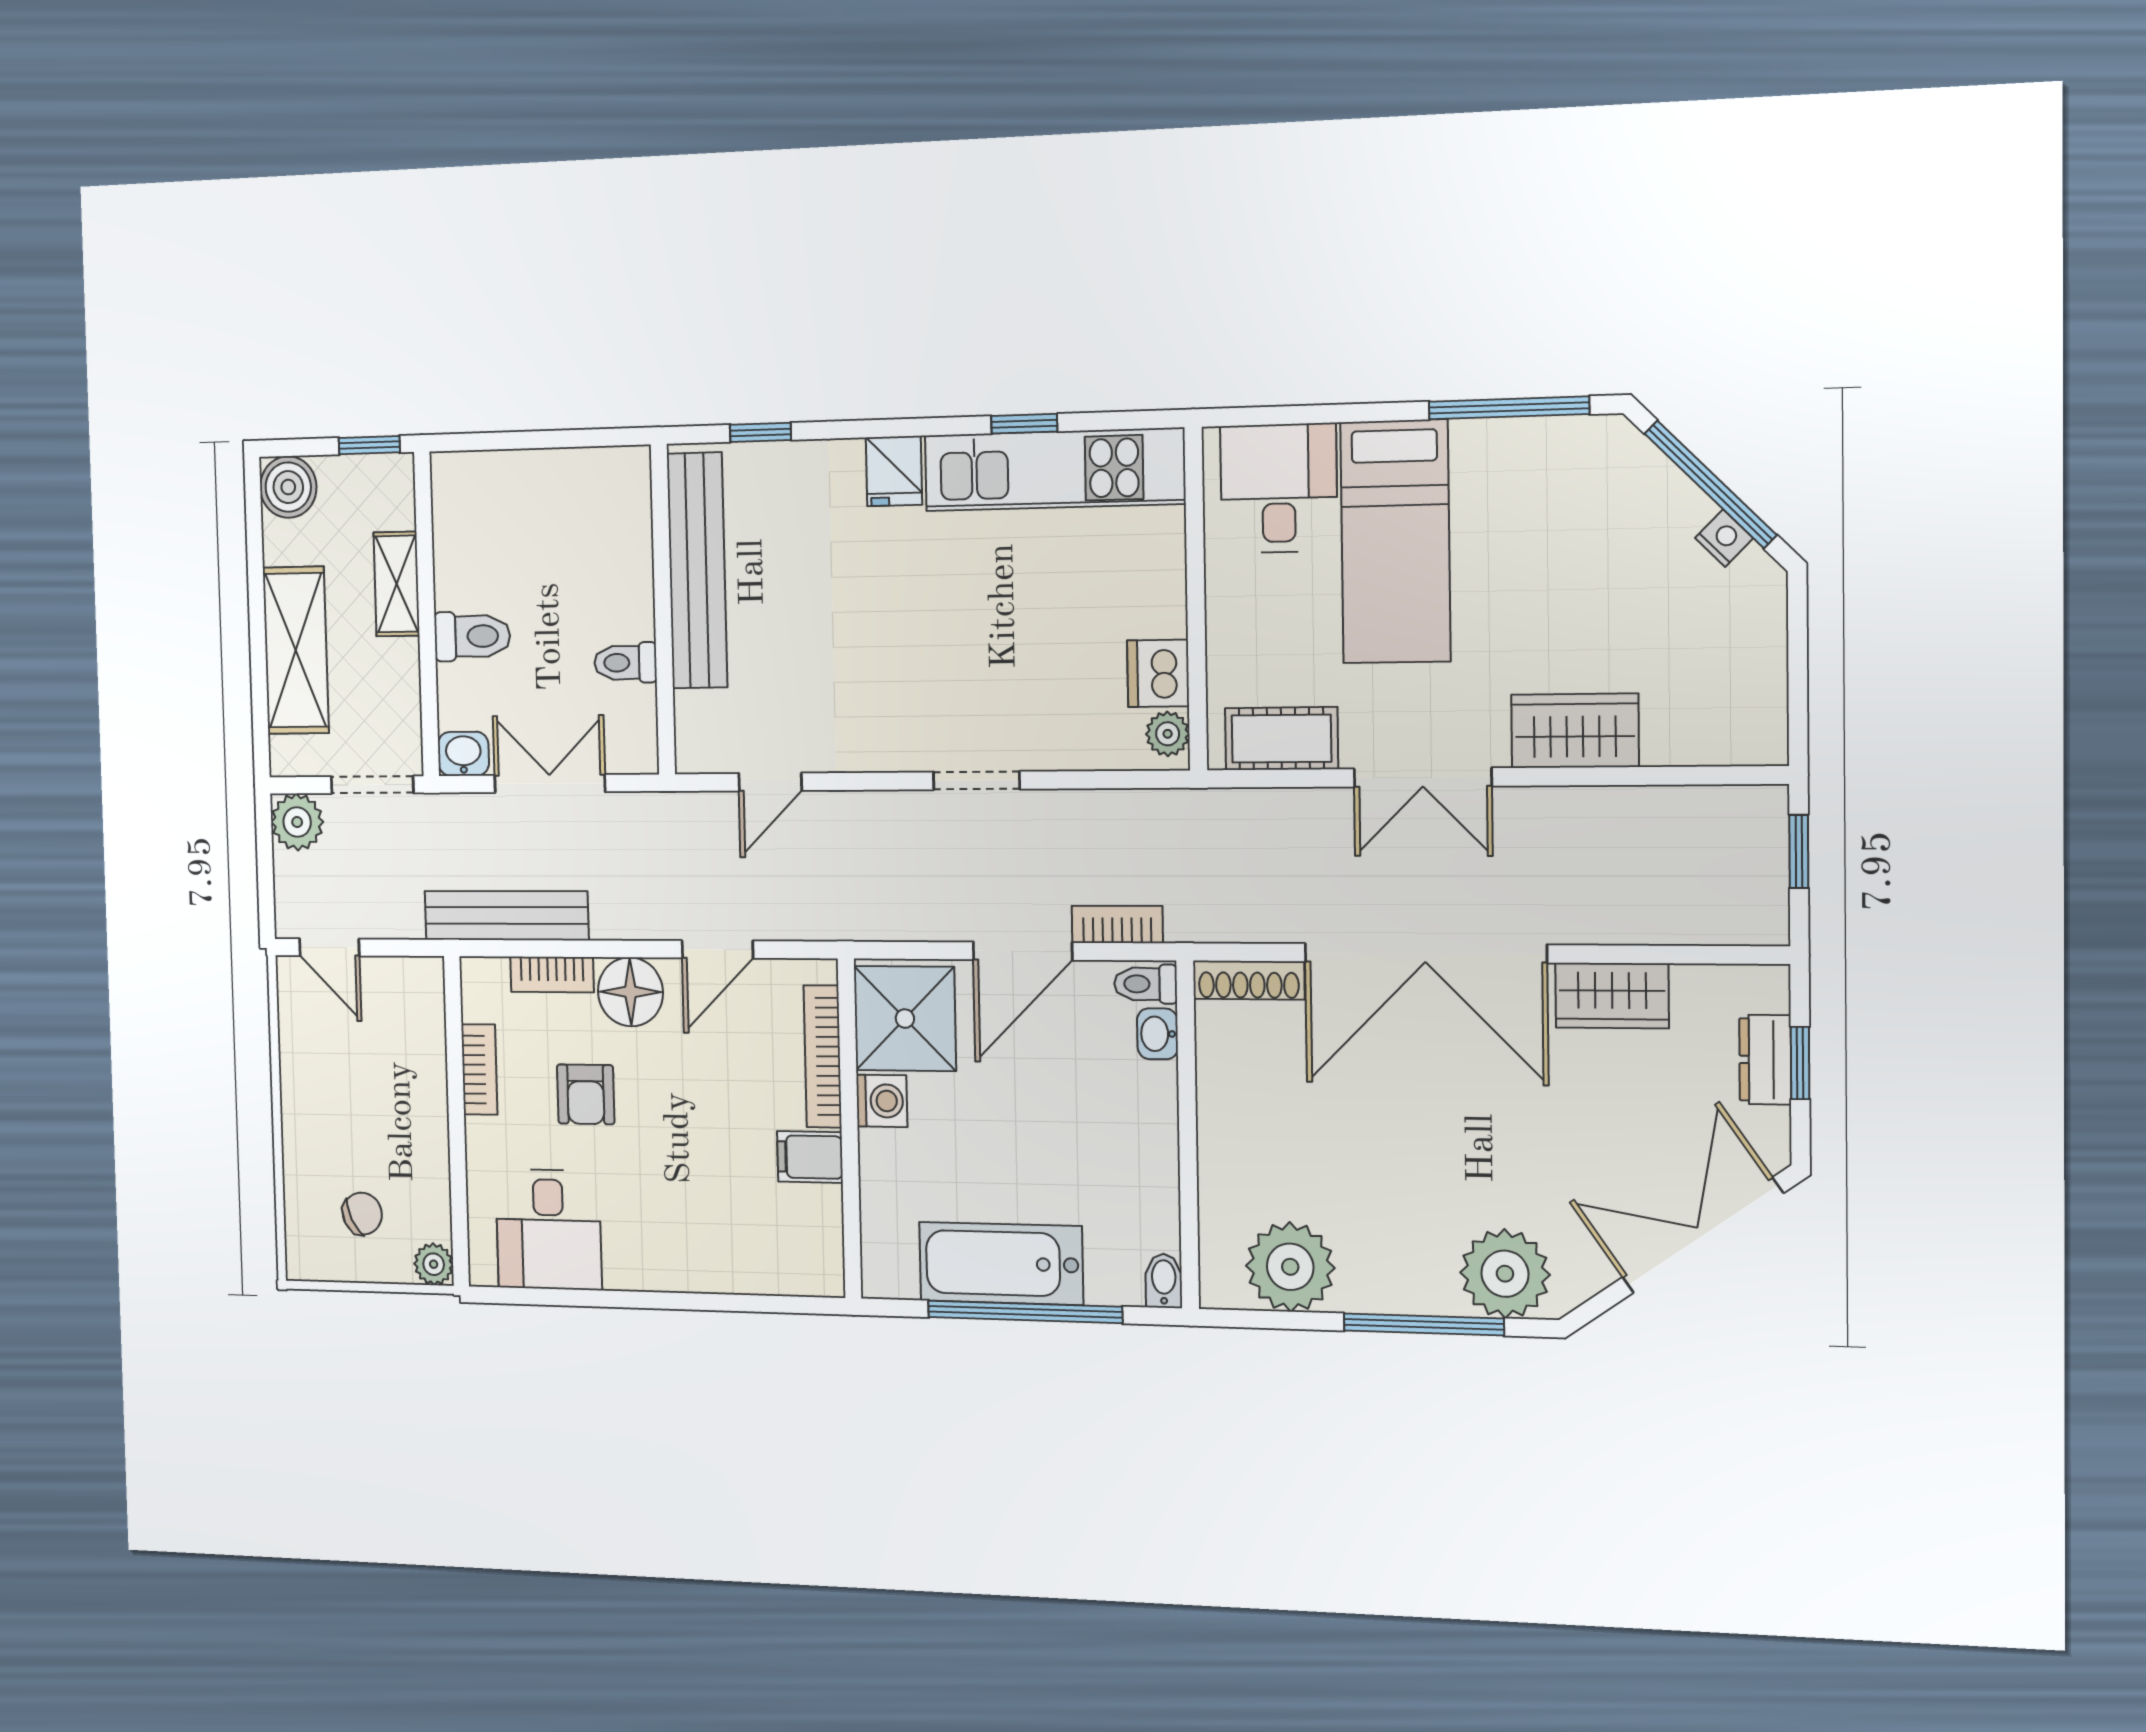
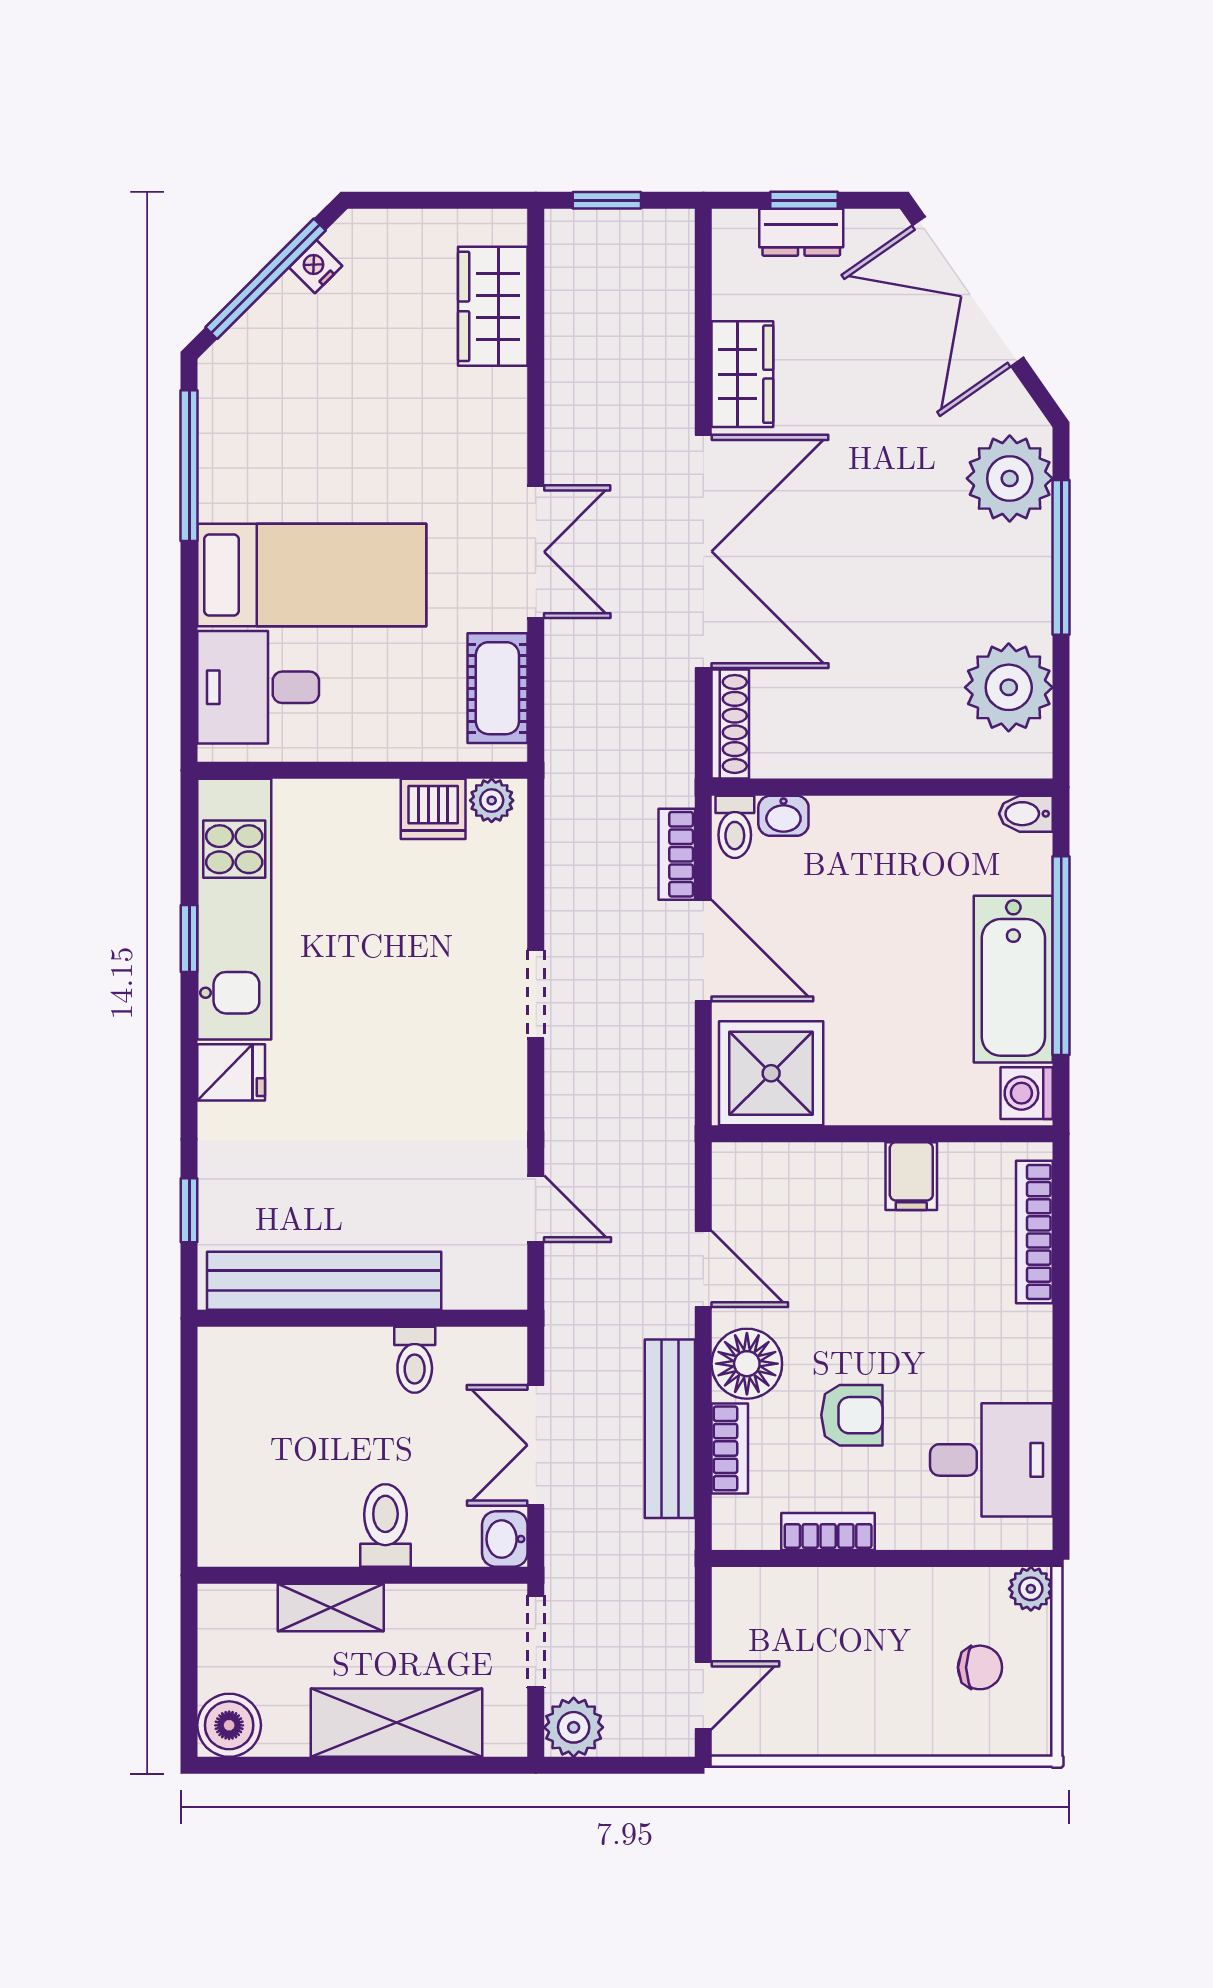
window: (369, 445) -> (189, 1633), removed
wardrobe: (1575, 731) -> (493, 306), moved
bench: (506, 916) -> (670, 1429), moved
bookcase: (823, 1056) -> (1034, 1232), moved, turned 90
washing machine: (882, 1101) -> (1027, 1093), moved, turned -90
chair: (362, 1214) -> (980, 1667), turned 116

